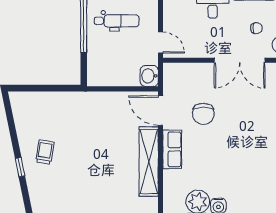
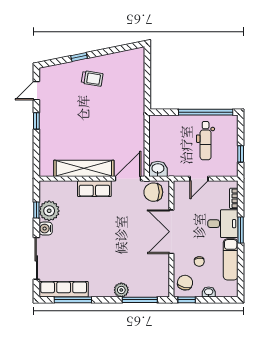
door: (161, 42) -> (199, 179), moved
double door: (240, 60) -> (171, 232), moved
chair: (203, 114) -> (153, 192), moved

